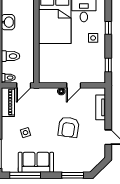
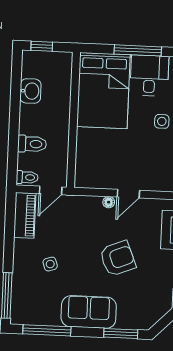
armchair: (69, 127) -> (118, 258), turned -120
sofa: (36, 162) -> (89, 312), moved

